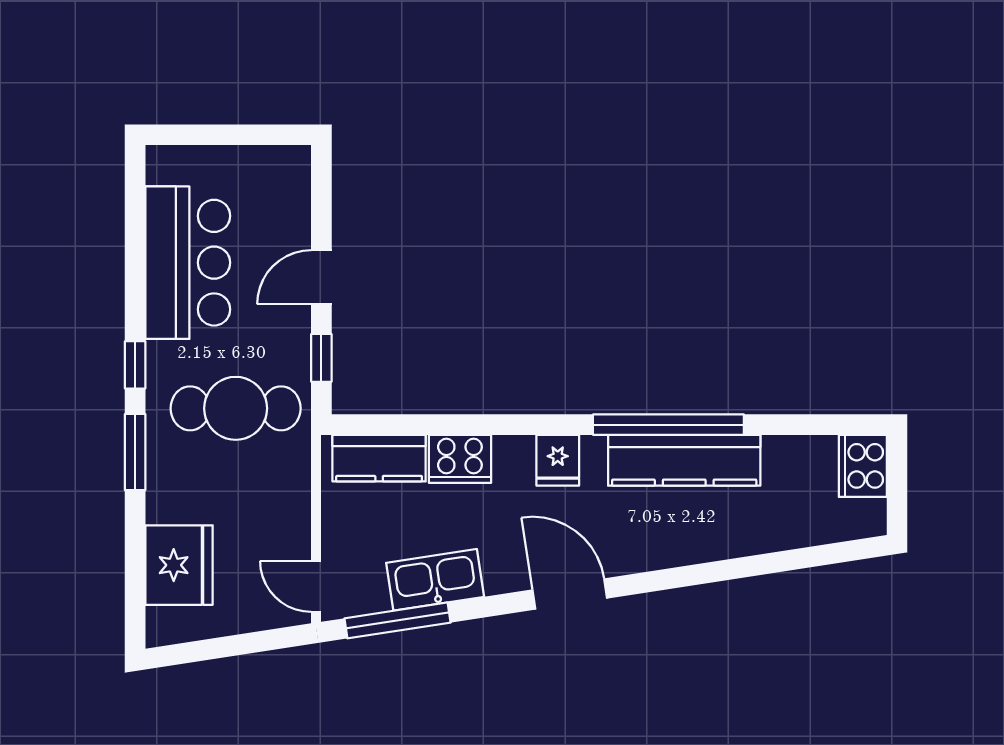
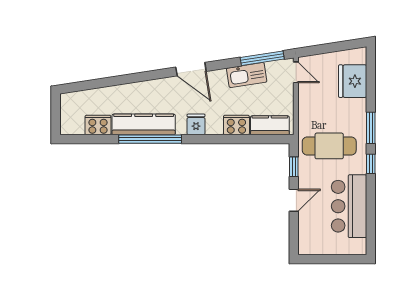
cooker: (863, 466) -> (98, 125), moved, turned -90

